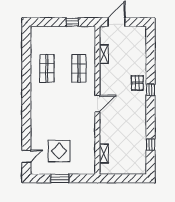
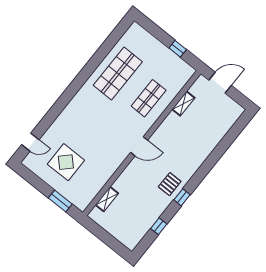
shop shelf: (47, 68) -> (118, 74), width x1.43, depth x1.36
pallet: (137, 83) -> (170, 184), moved
window: (150, 90) -> (182, 197), moved
window: (60, 178) -> (60, 201), moved

